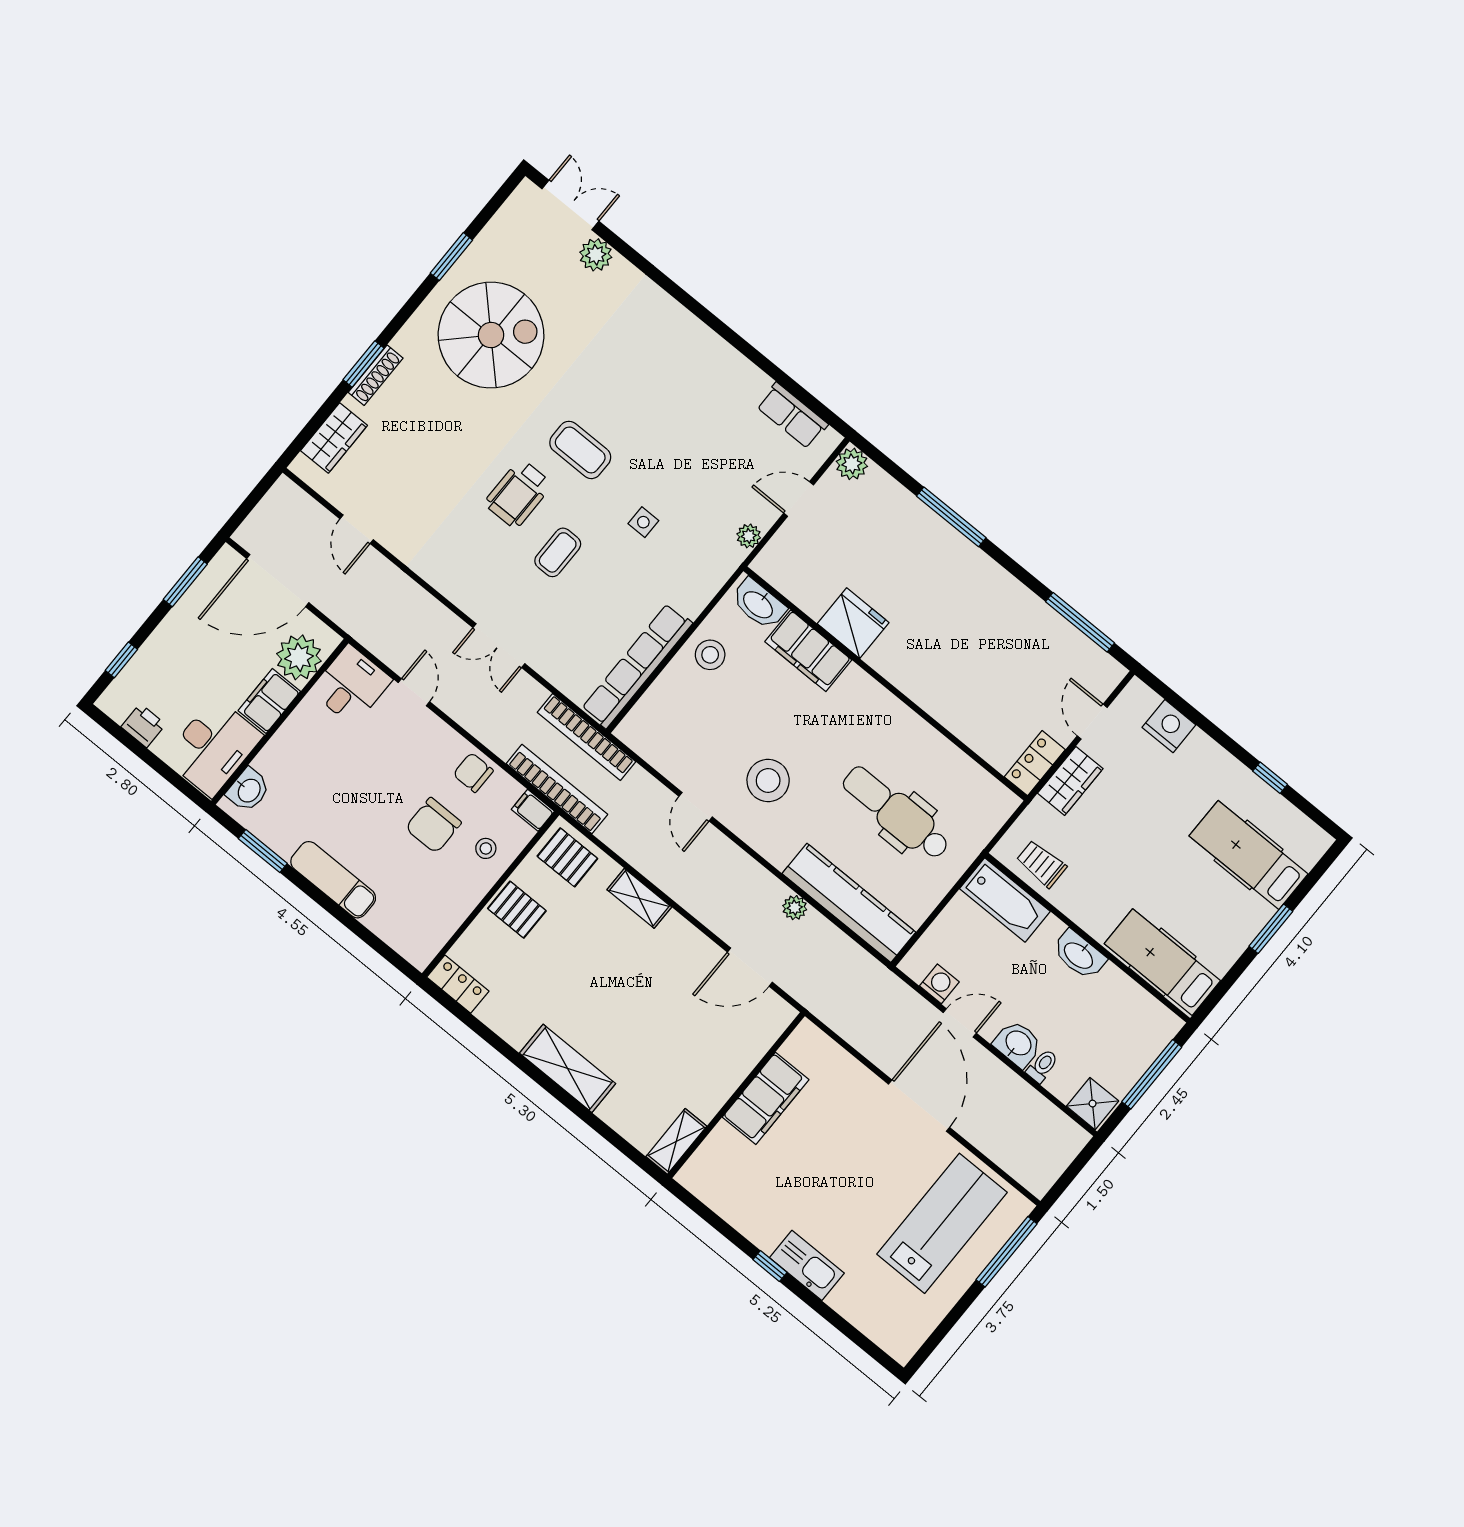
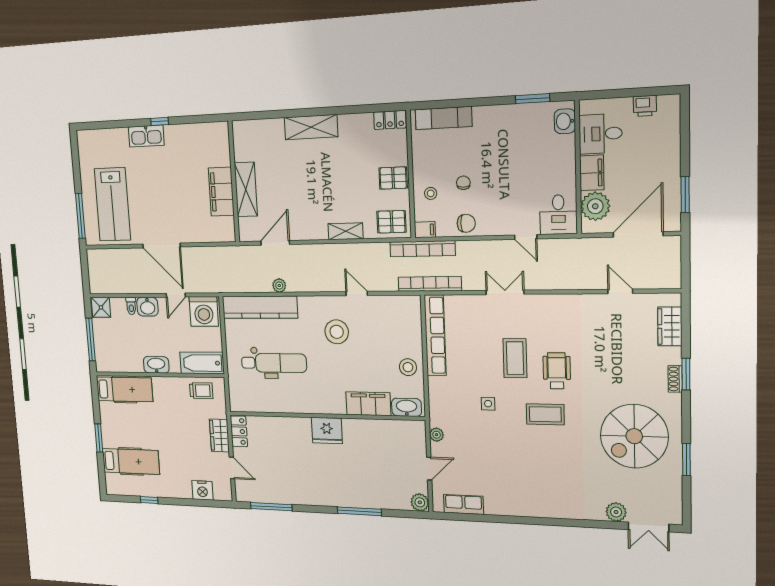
shoe rack: (376, 375) -> (675, 379), width x0.70
coffee table: (558, 552) -> (515, 358), width x1.36, depth x1.30
fridge: (853, 623) -> (327, 431), moved
window: (121, 660) -> (685, 128), removed
desk: (213, 747) -> (600, 134), width x0.73
chair: (433, 825) -> (463, 183), width x0.54, depth x0.54
exam couch: (333, 880) -> (443, 118), moved
washing machine: (939, 984) -> (204, 311), width x1.89, depth x1.89
shelving: (676, 1141) -> (246, 189), moved, width x1.50, depth x1.33

